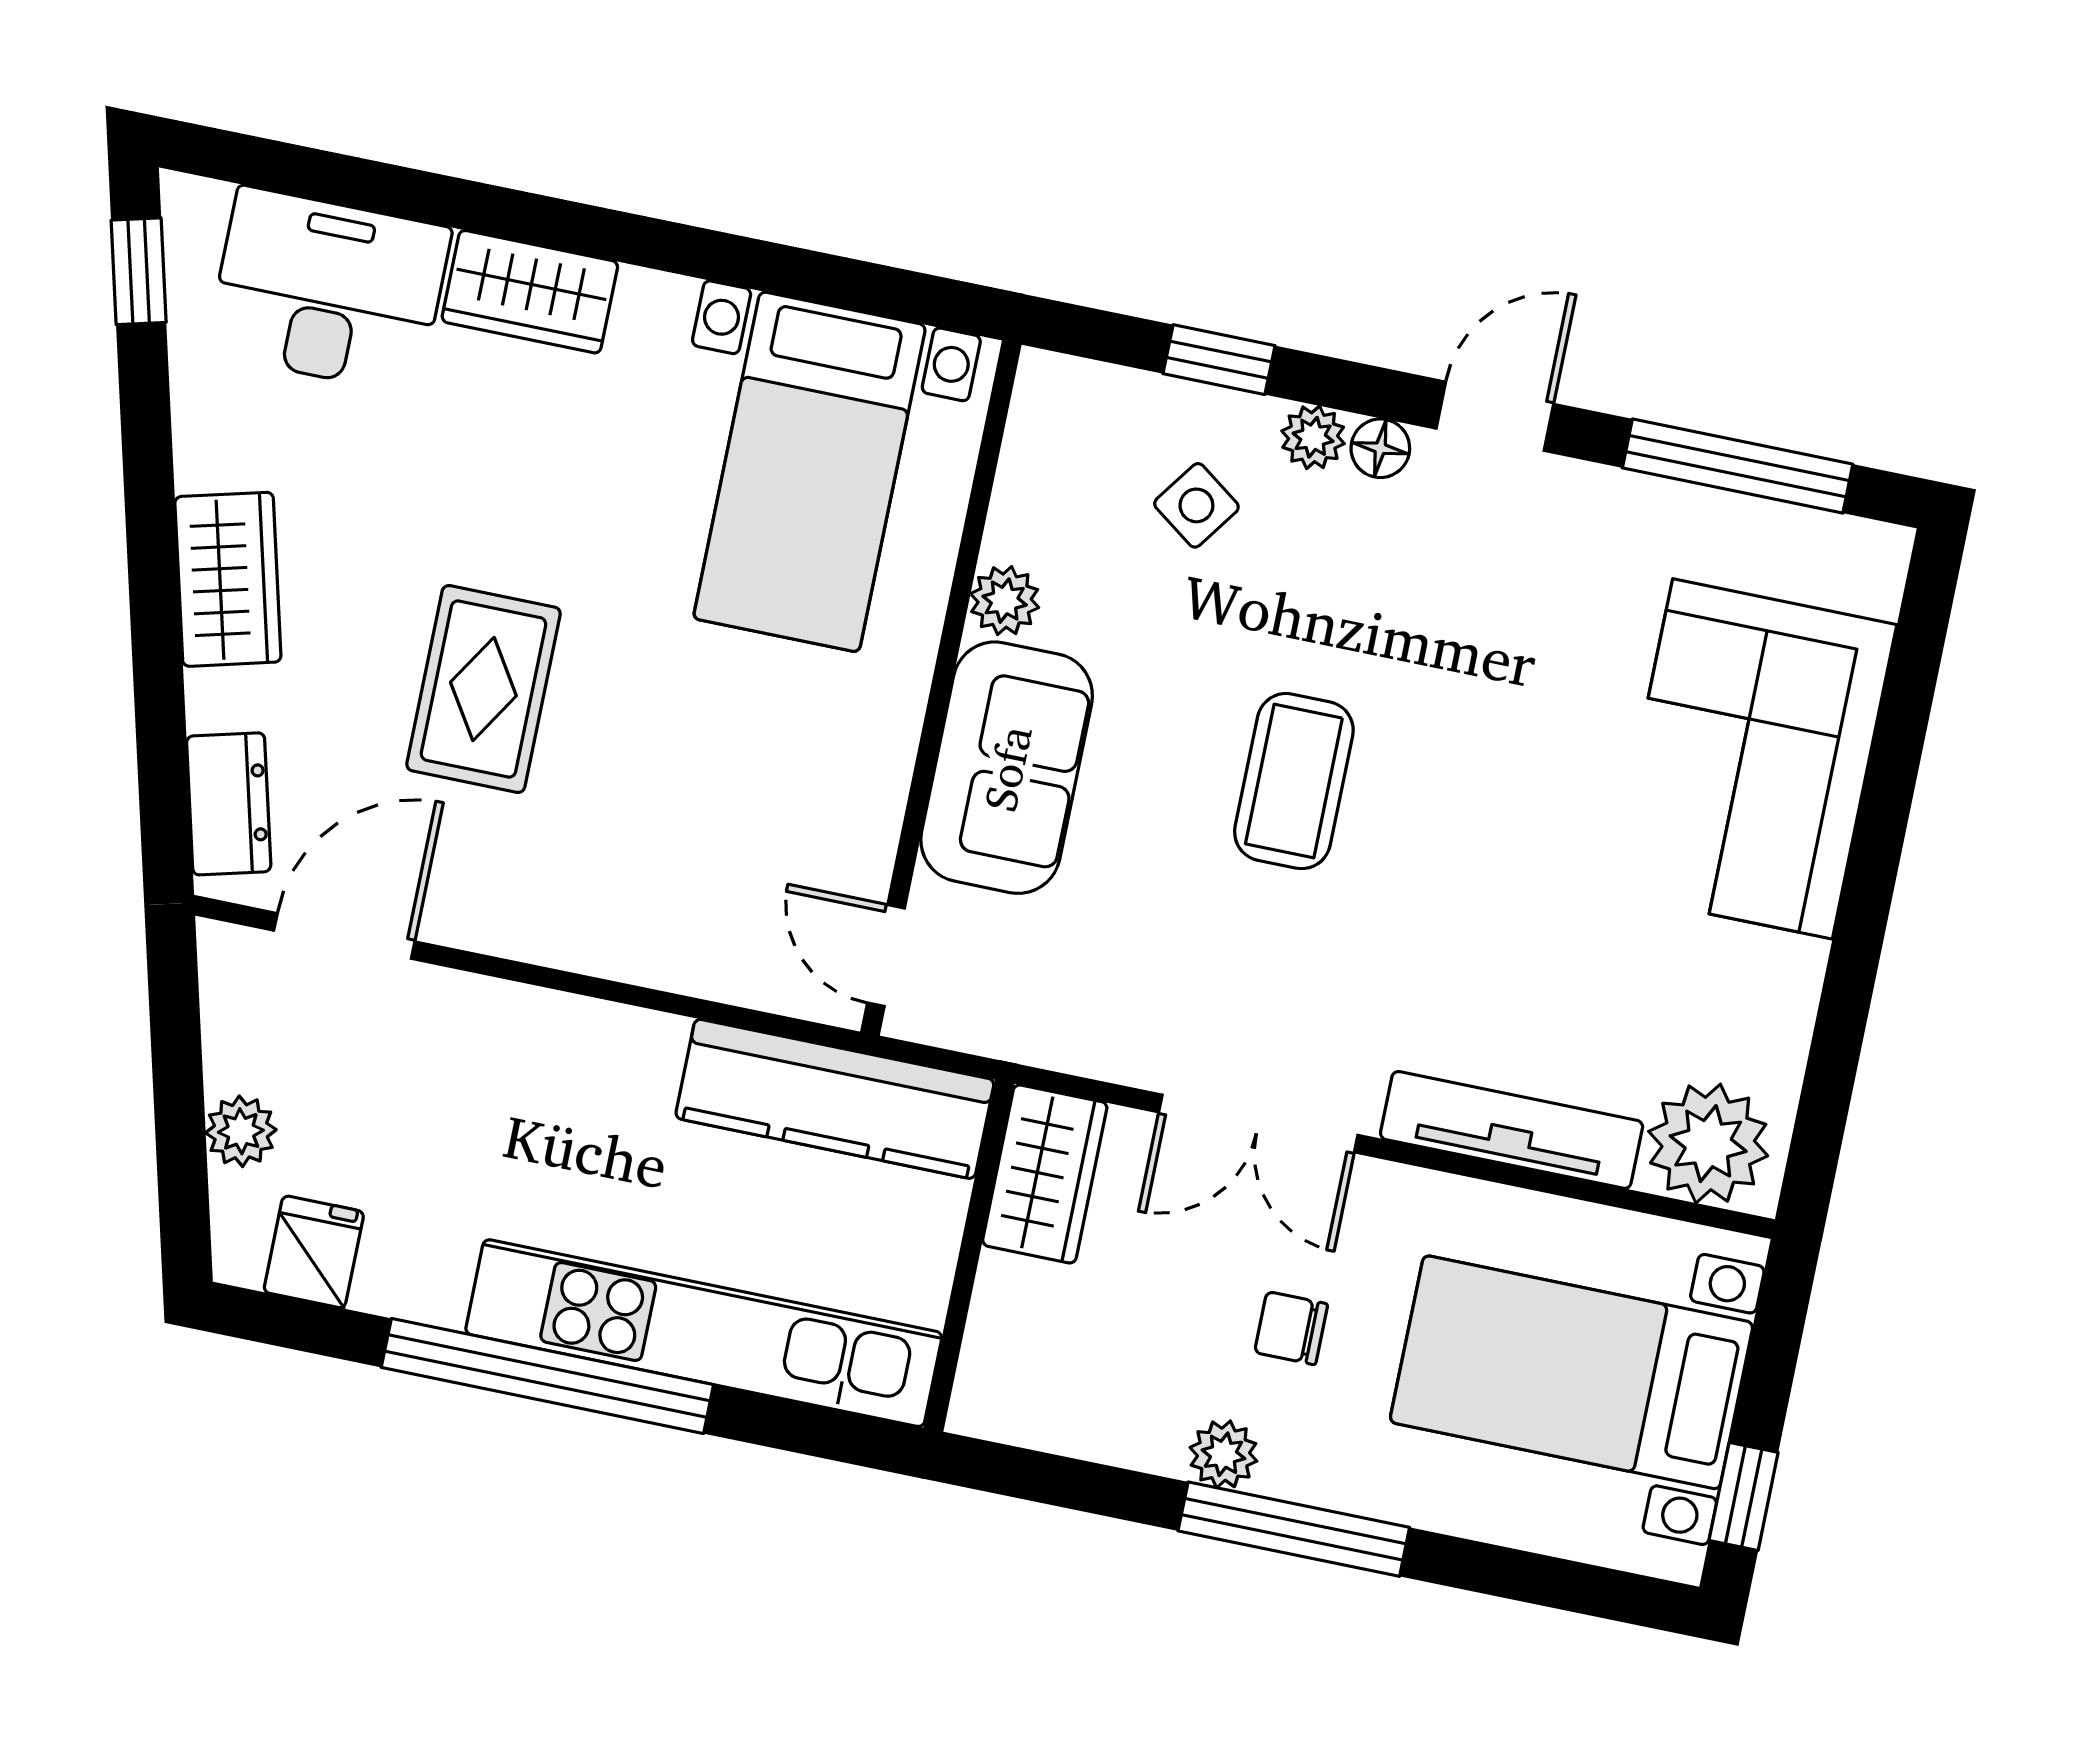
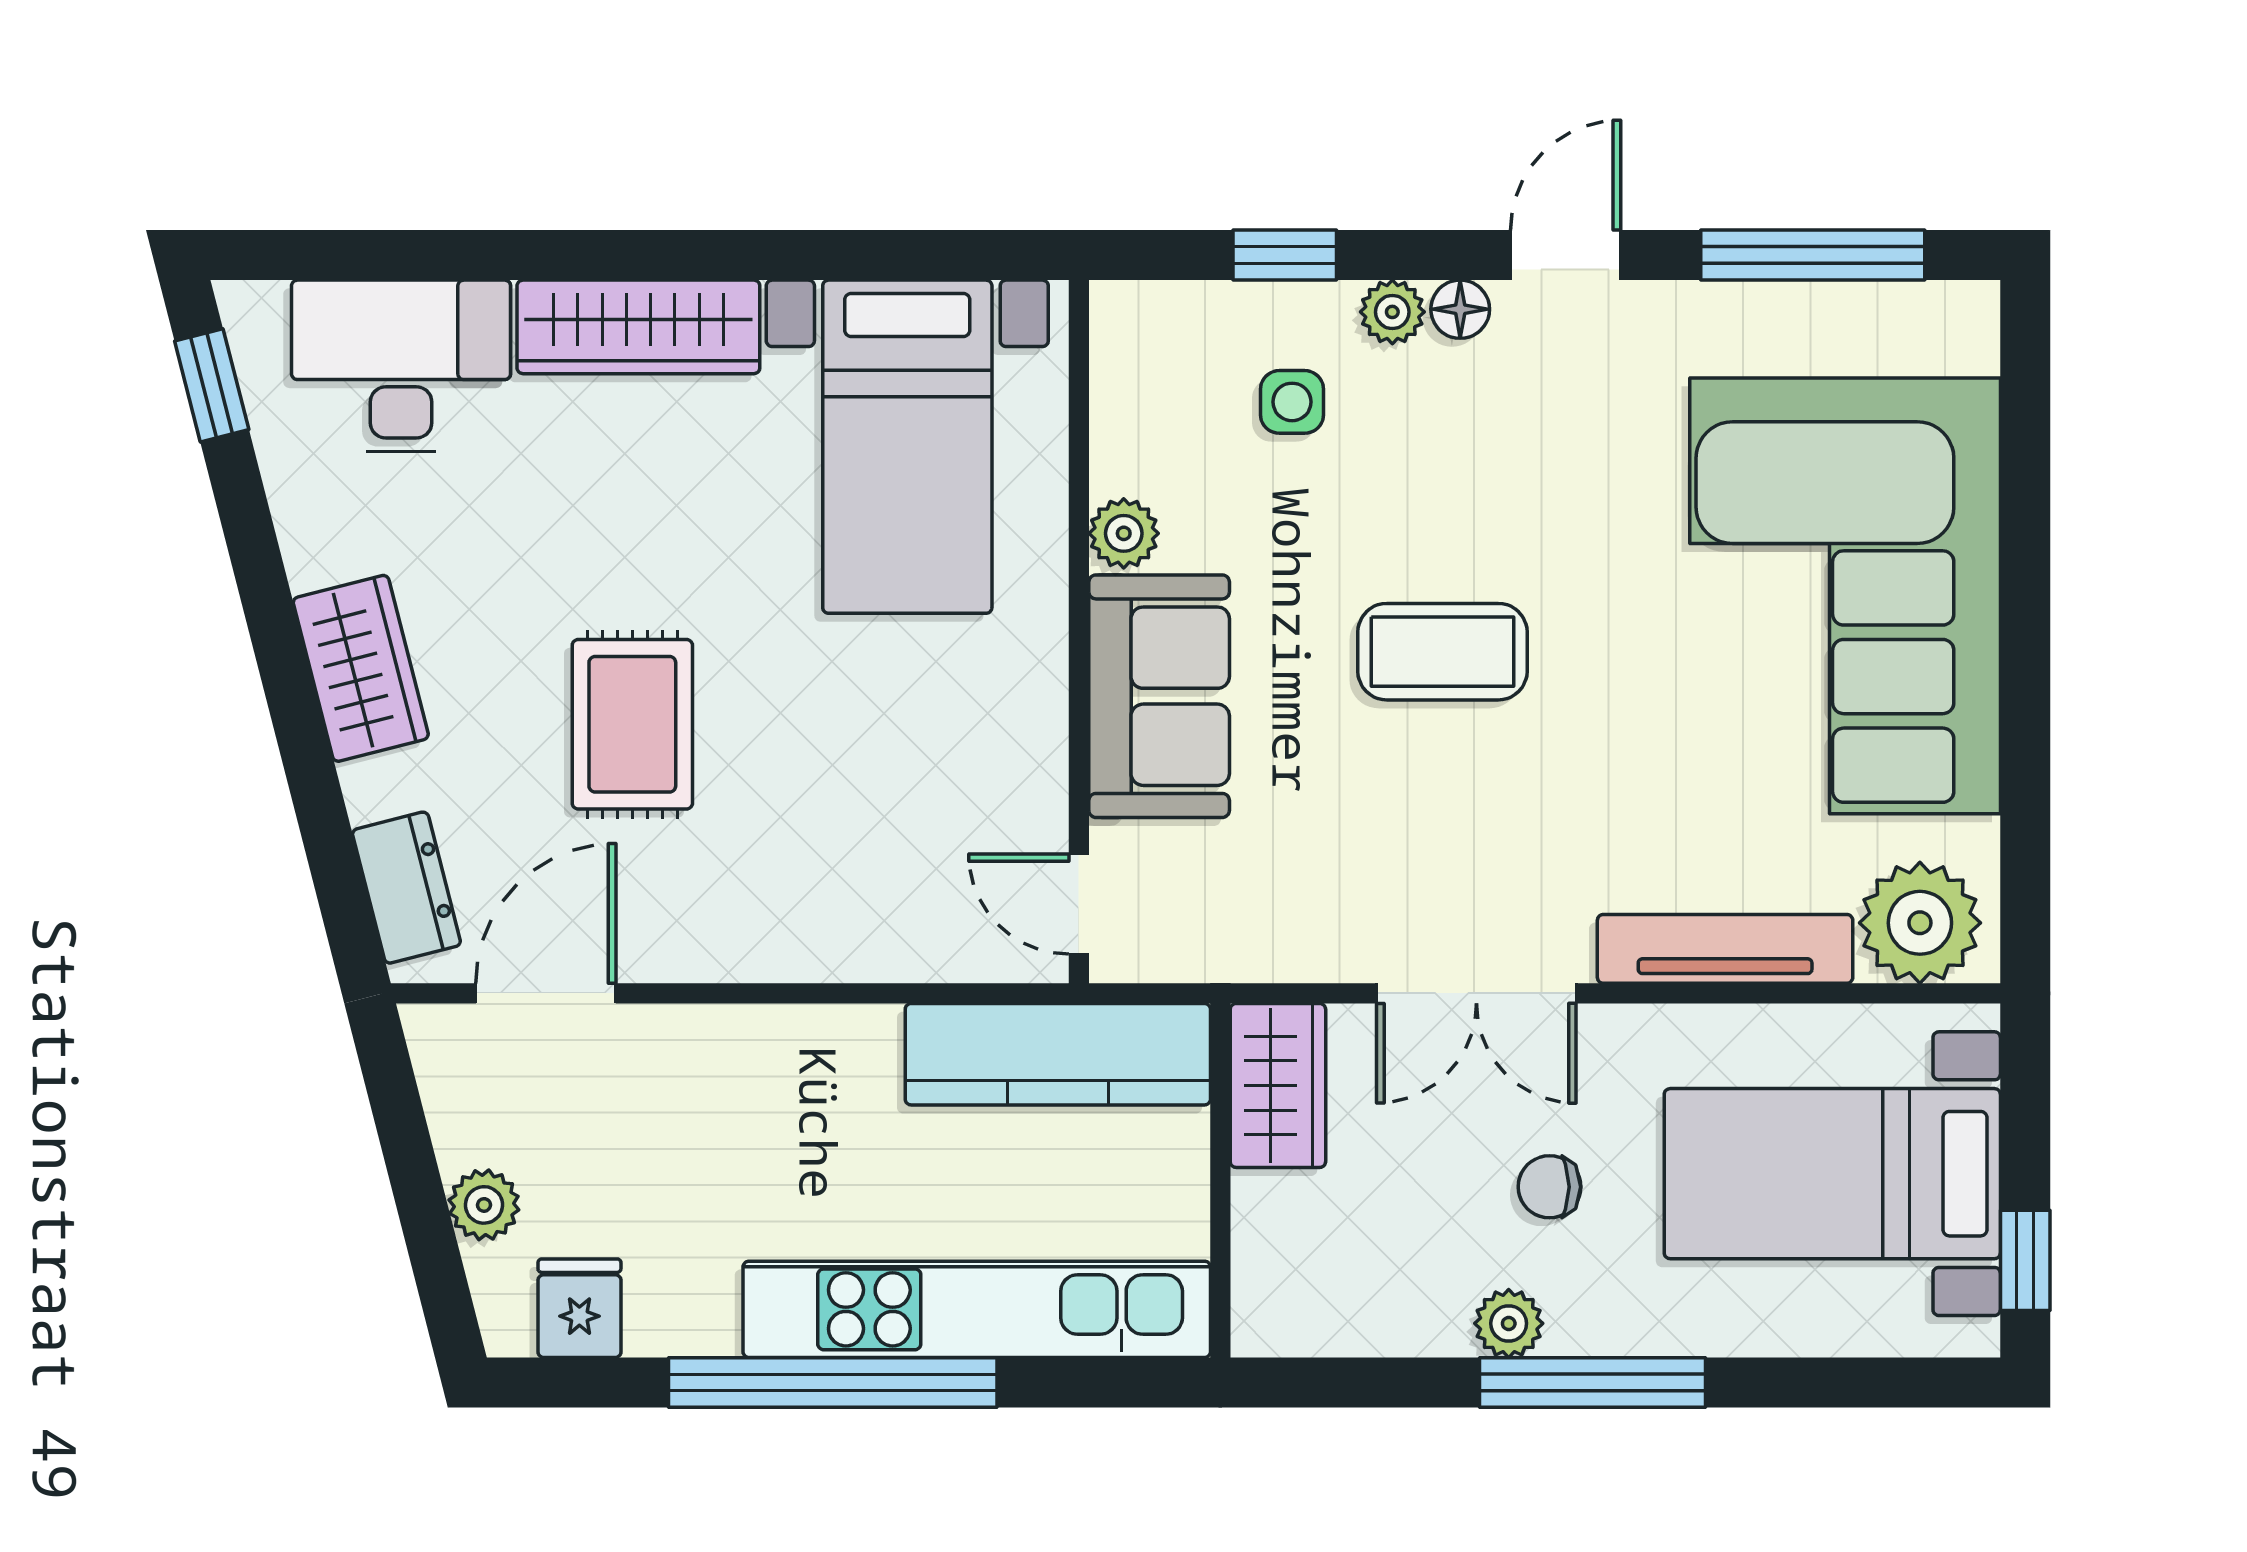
wardrobe: (530, 292) -> (638, 327), width x1.50
side table: (1196, 505) -> (1292, 402), turned -36
corner sofa: (1753, 759) -> (1845, 596), width x1.36, depth x1.36
coffee table: (1294, 781) -> (1443, 652), turned 90

